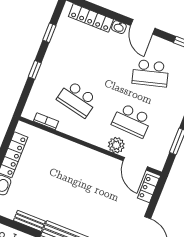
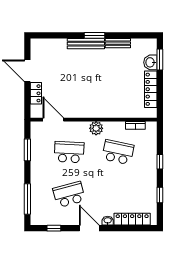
plant: (116, 145) -> (96, 128), moved
locker: (148, 188) -> (36, 93), moved

